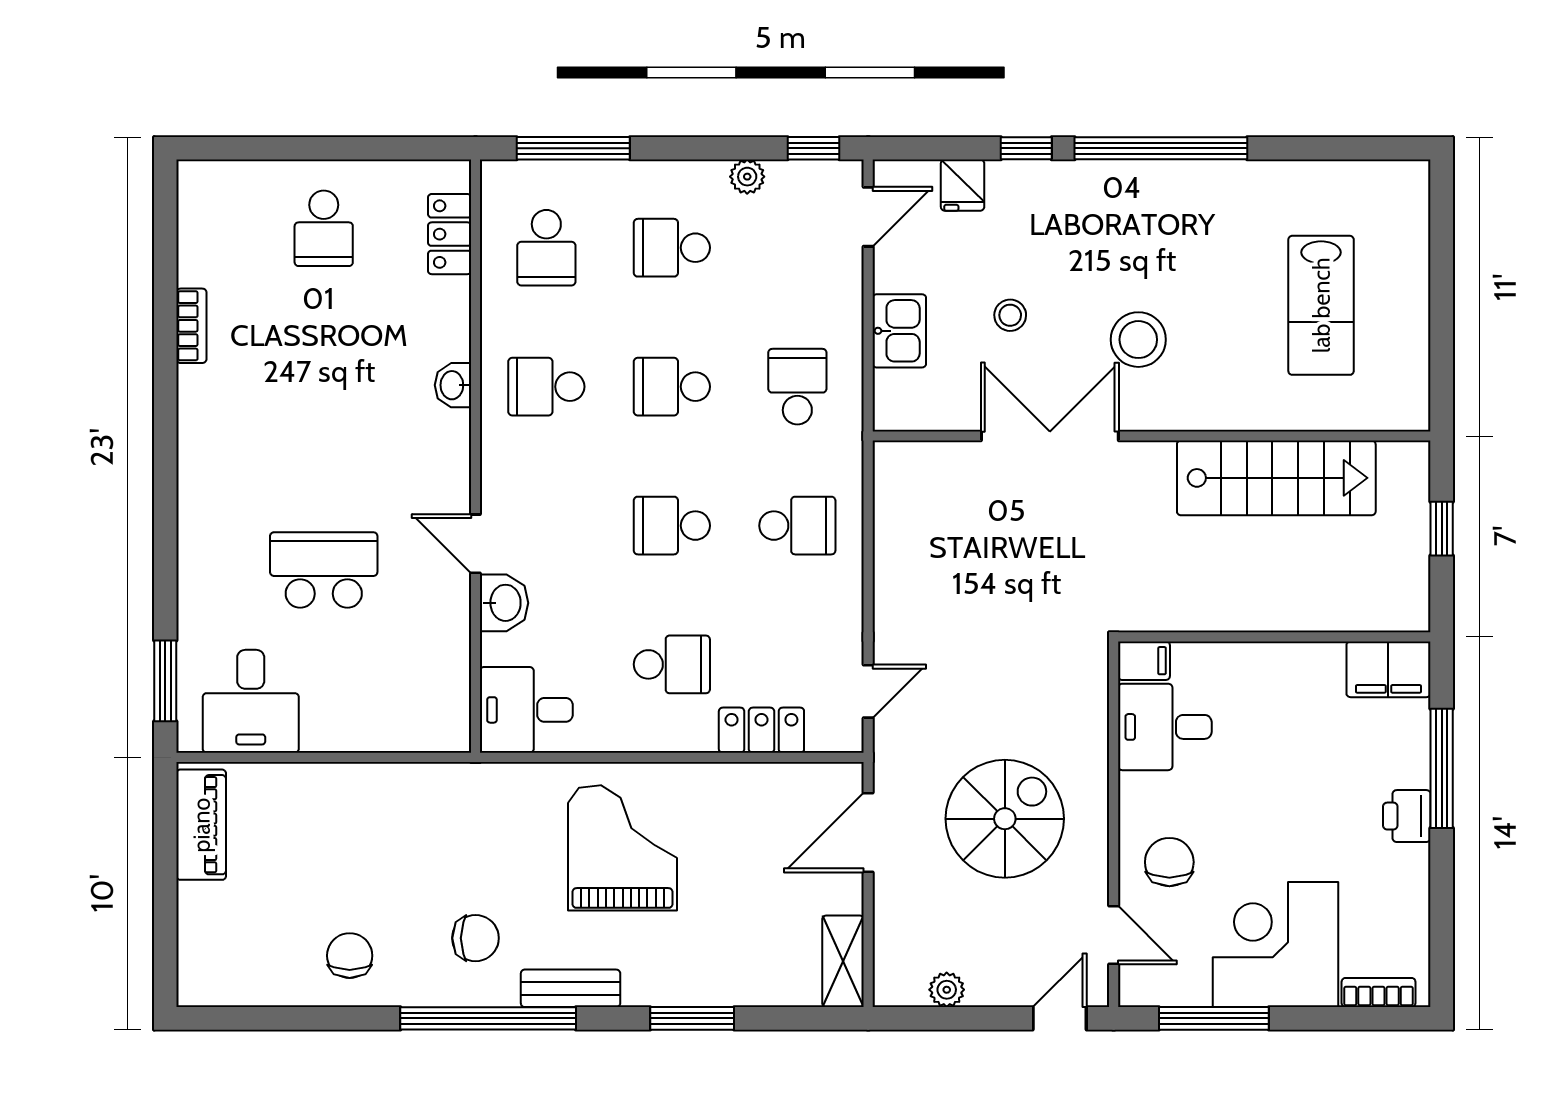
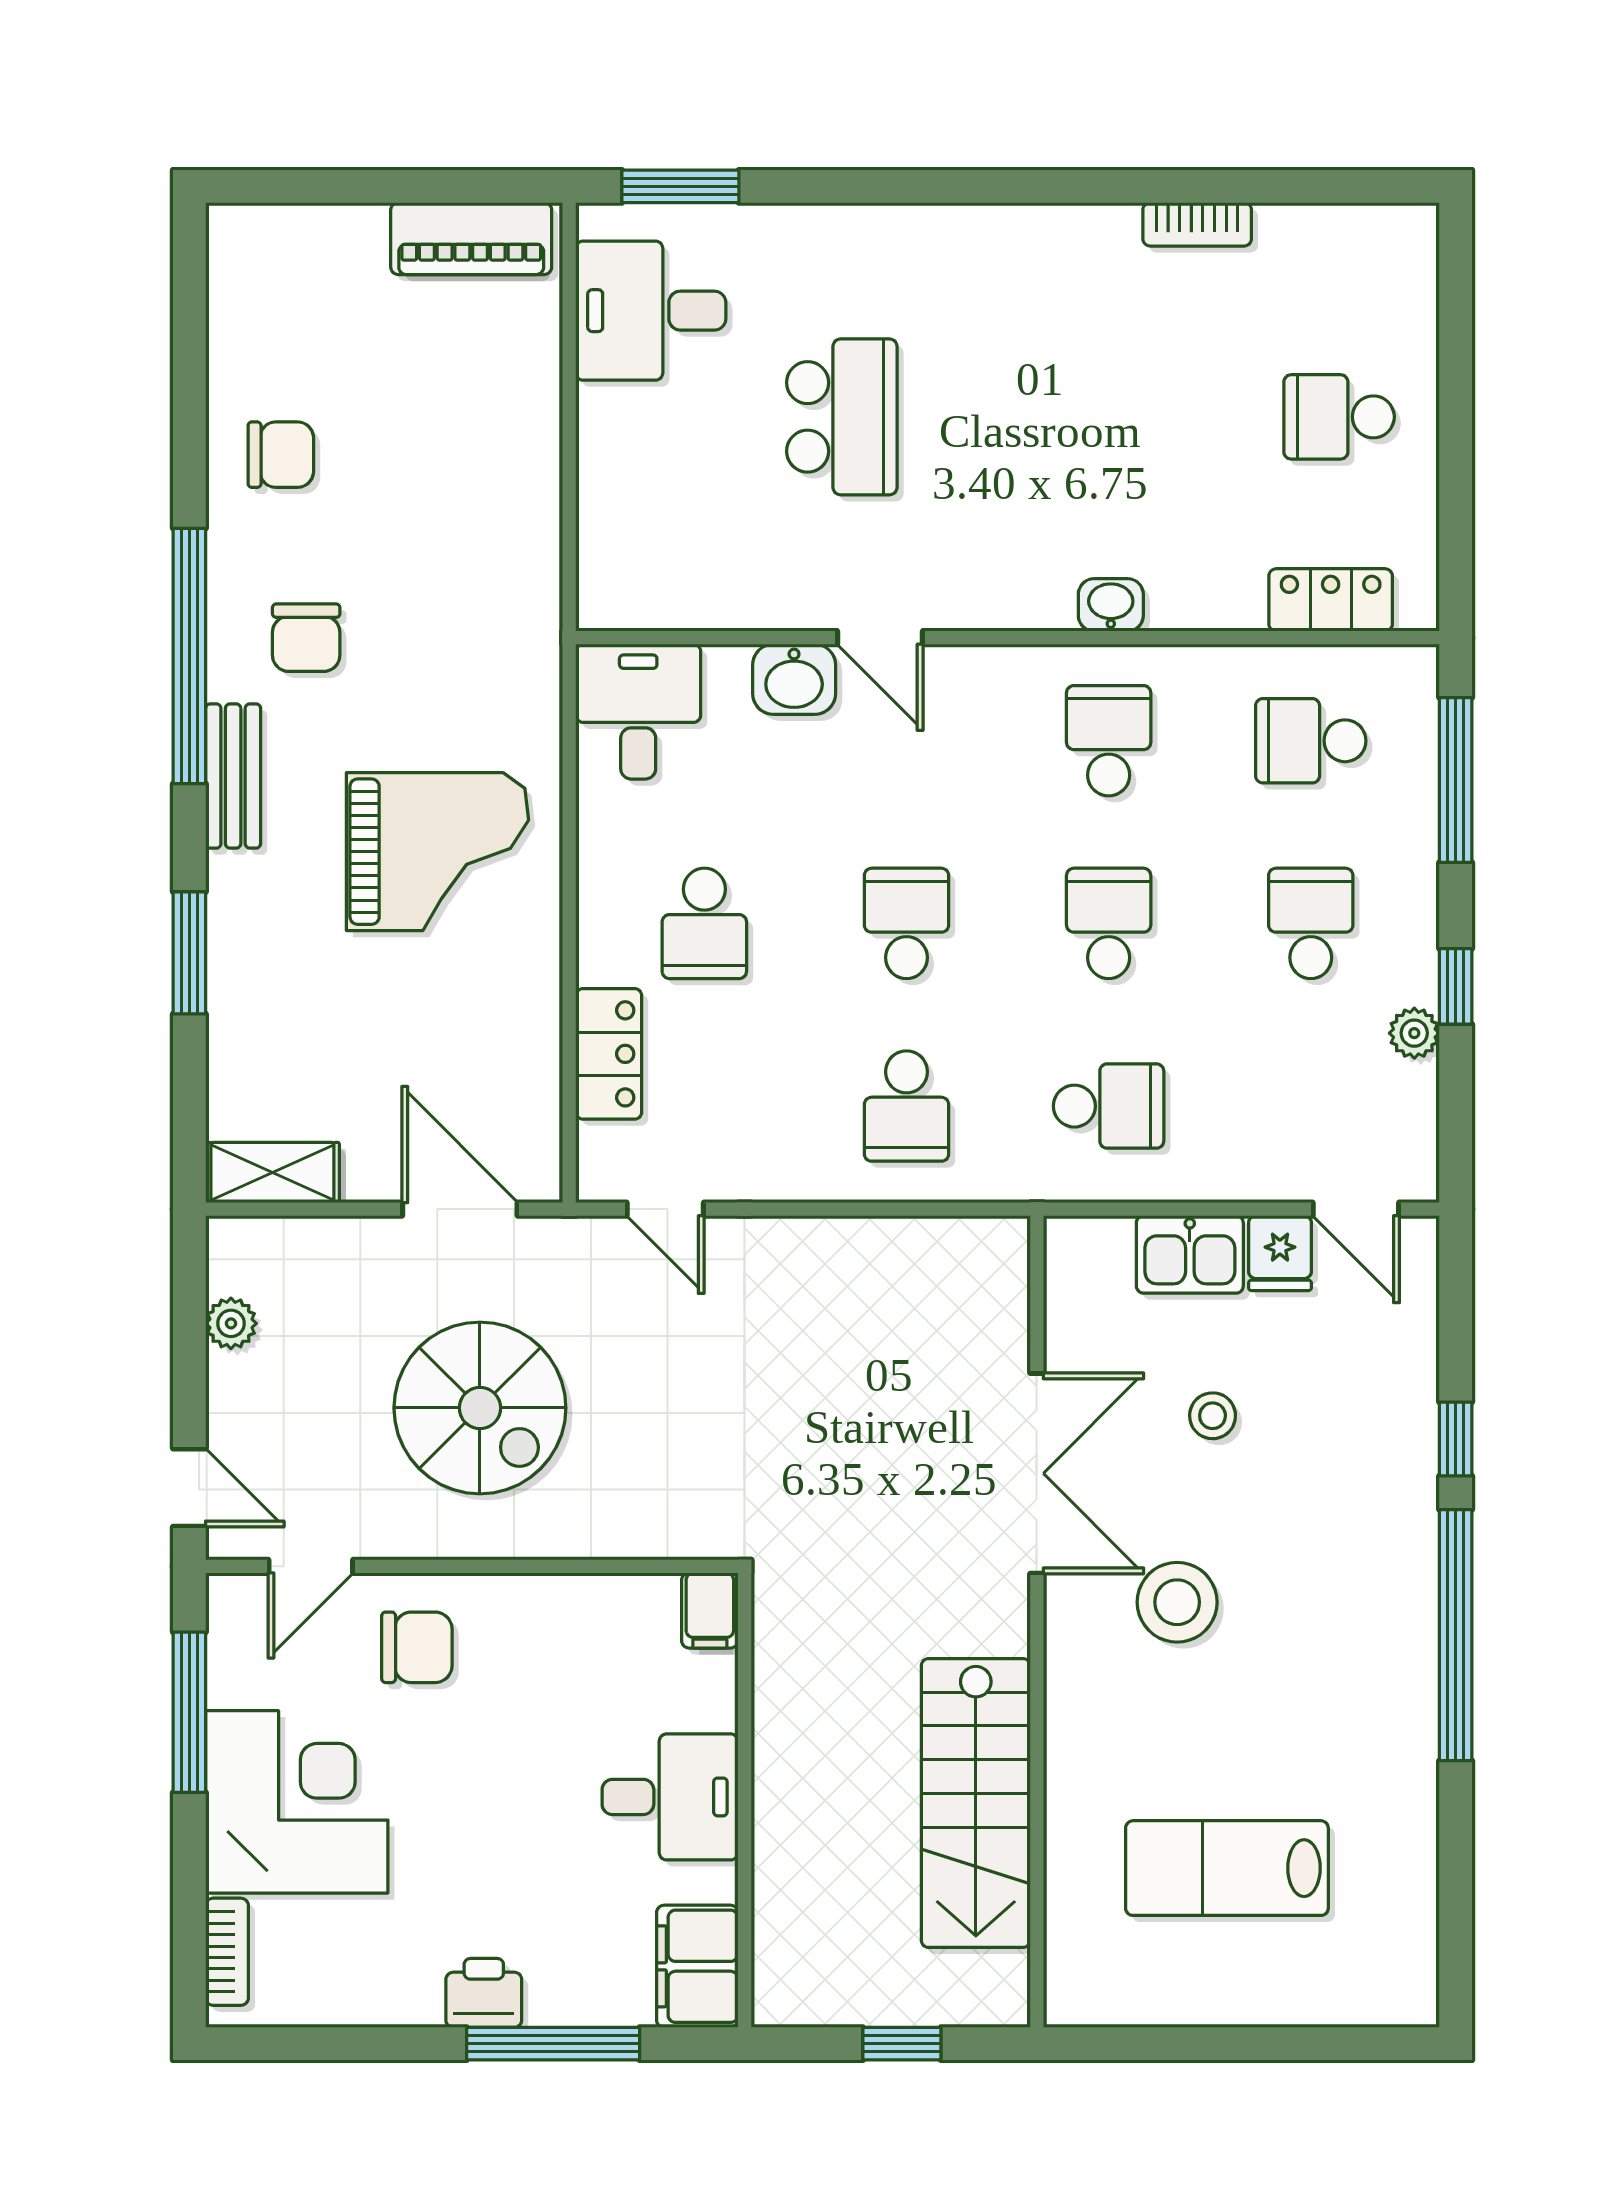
window: (814, 148) -> (1456, 986), moved
fridge: (963, 185) -> (1280, 1253), moved, turned -90
door: (475, 544) -> (880, 638), swing flipped
desk: (1165, 727) -> (670, 1797), moved, turned 90

